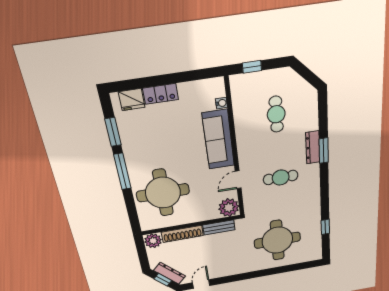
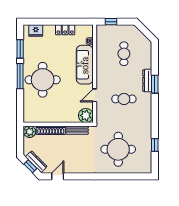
locker: (161, 94) -> (65, 30), moved
round table: (163, 193) -> (43, 80), moved

